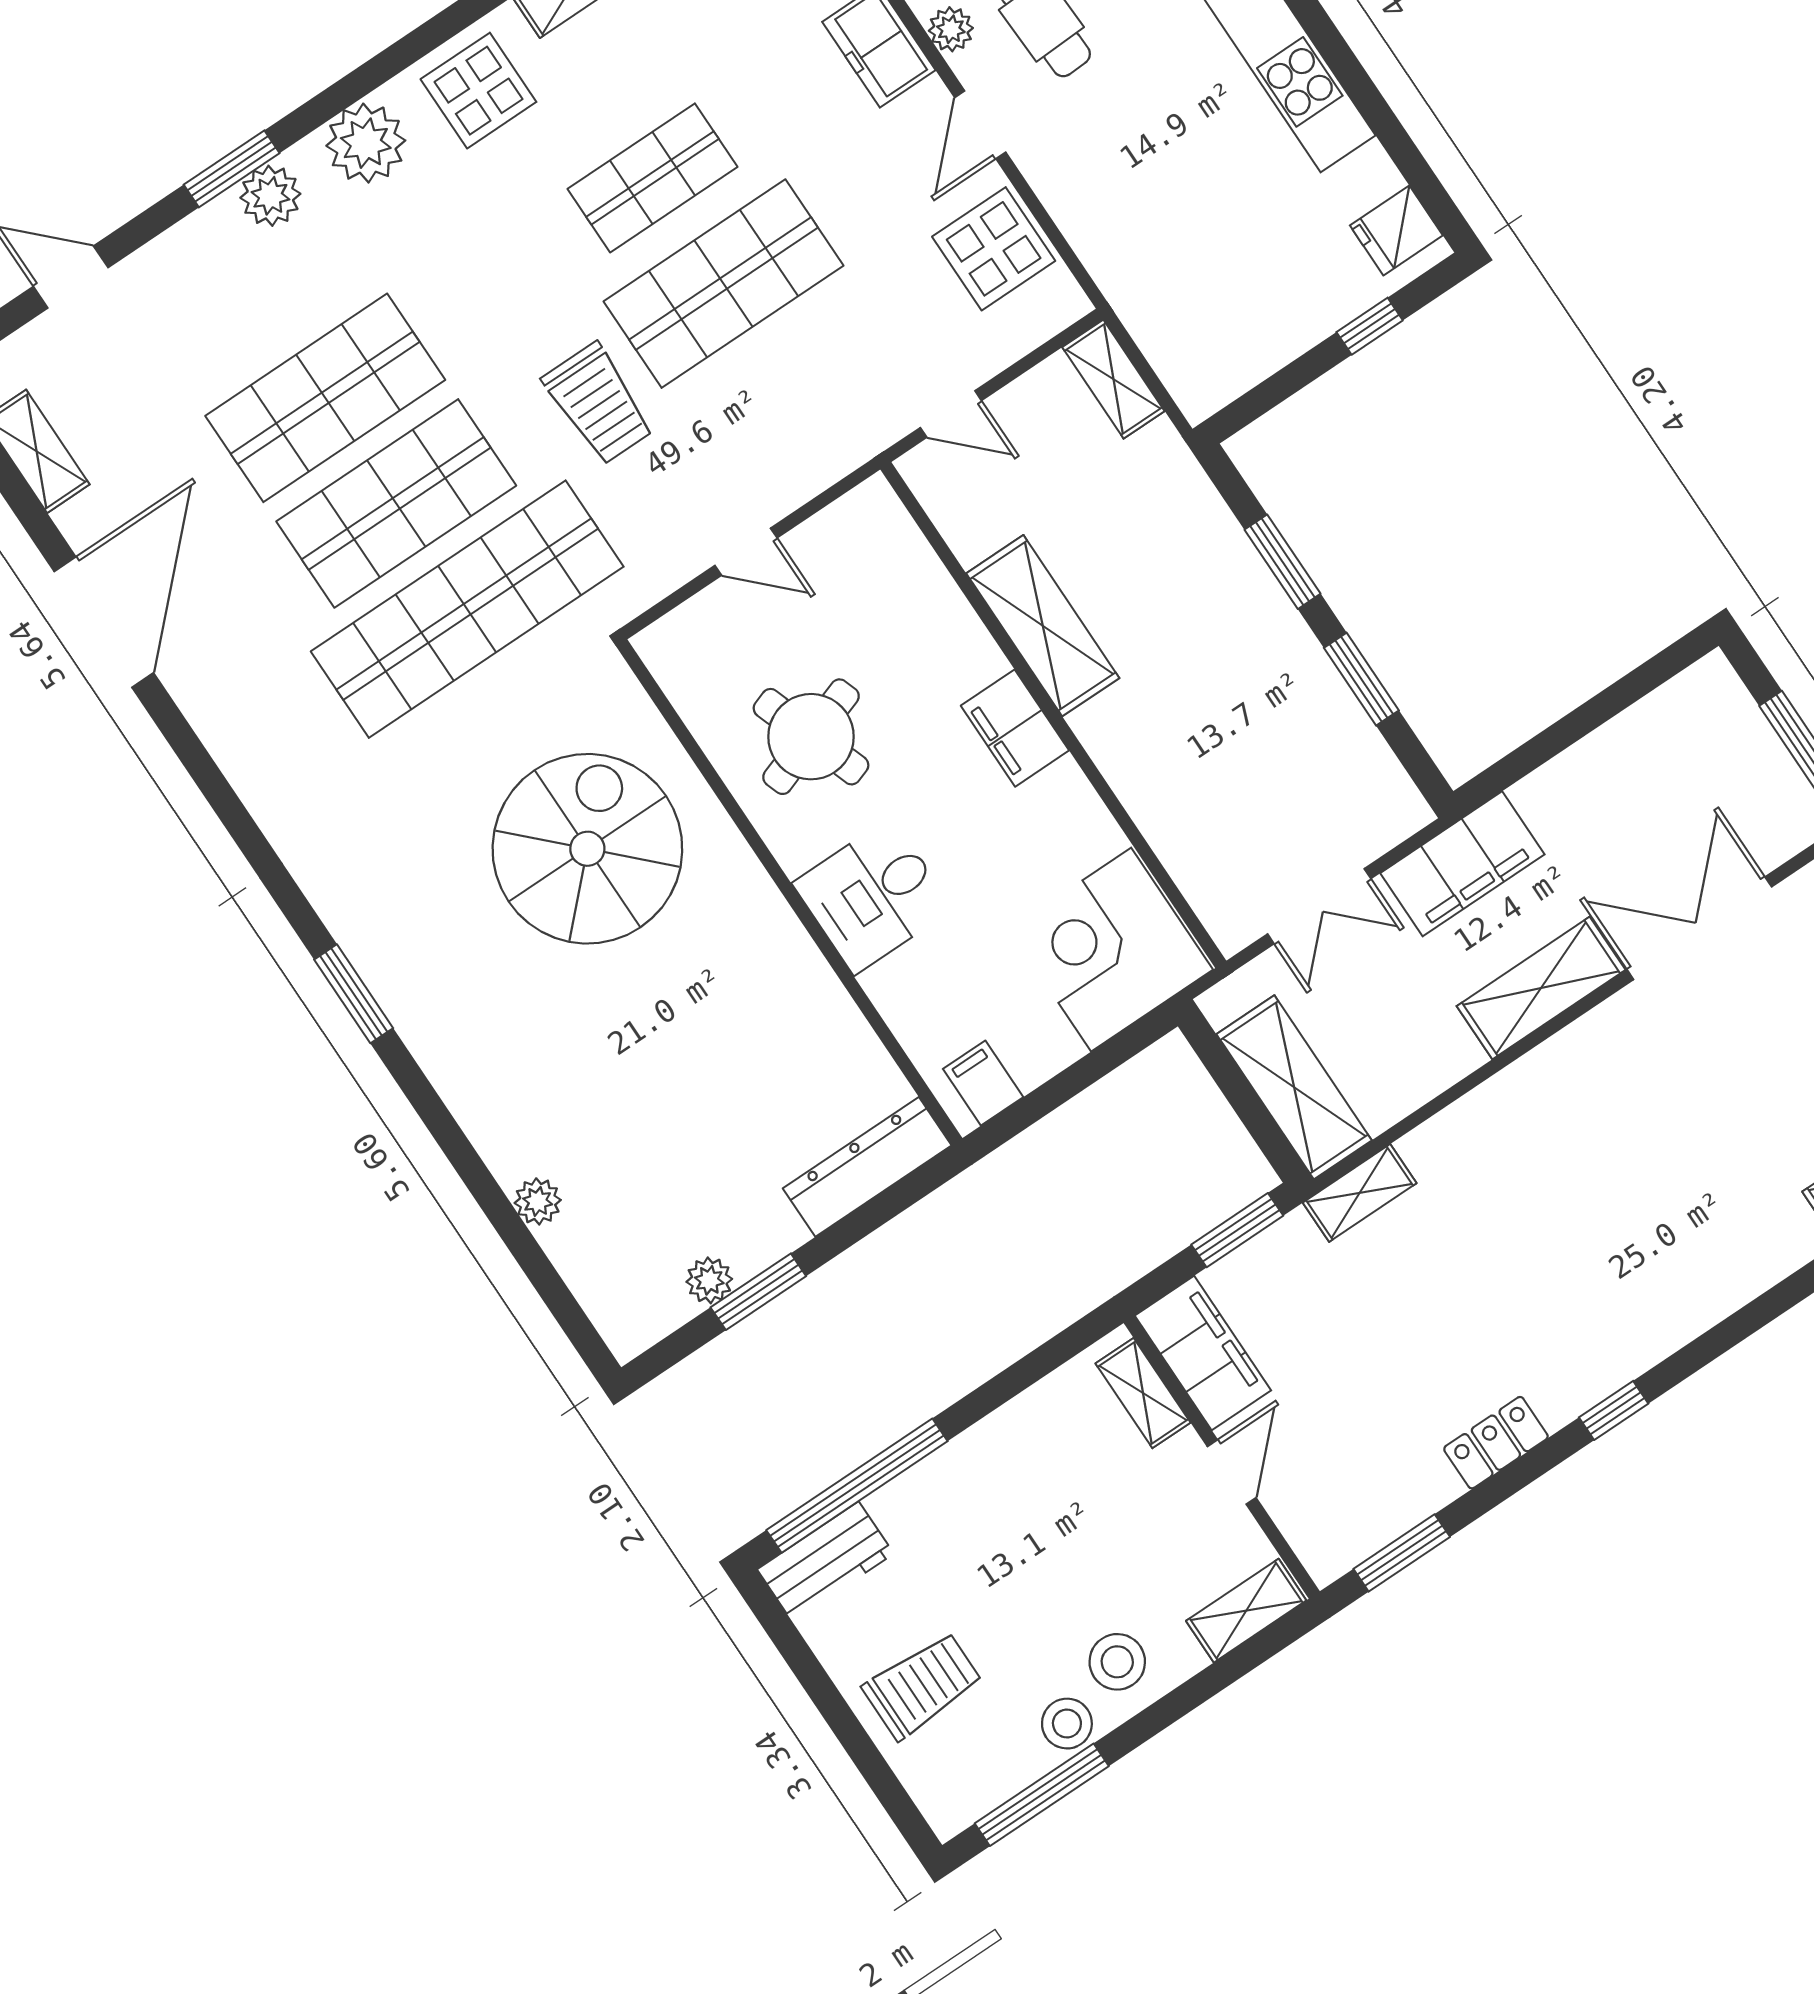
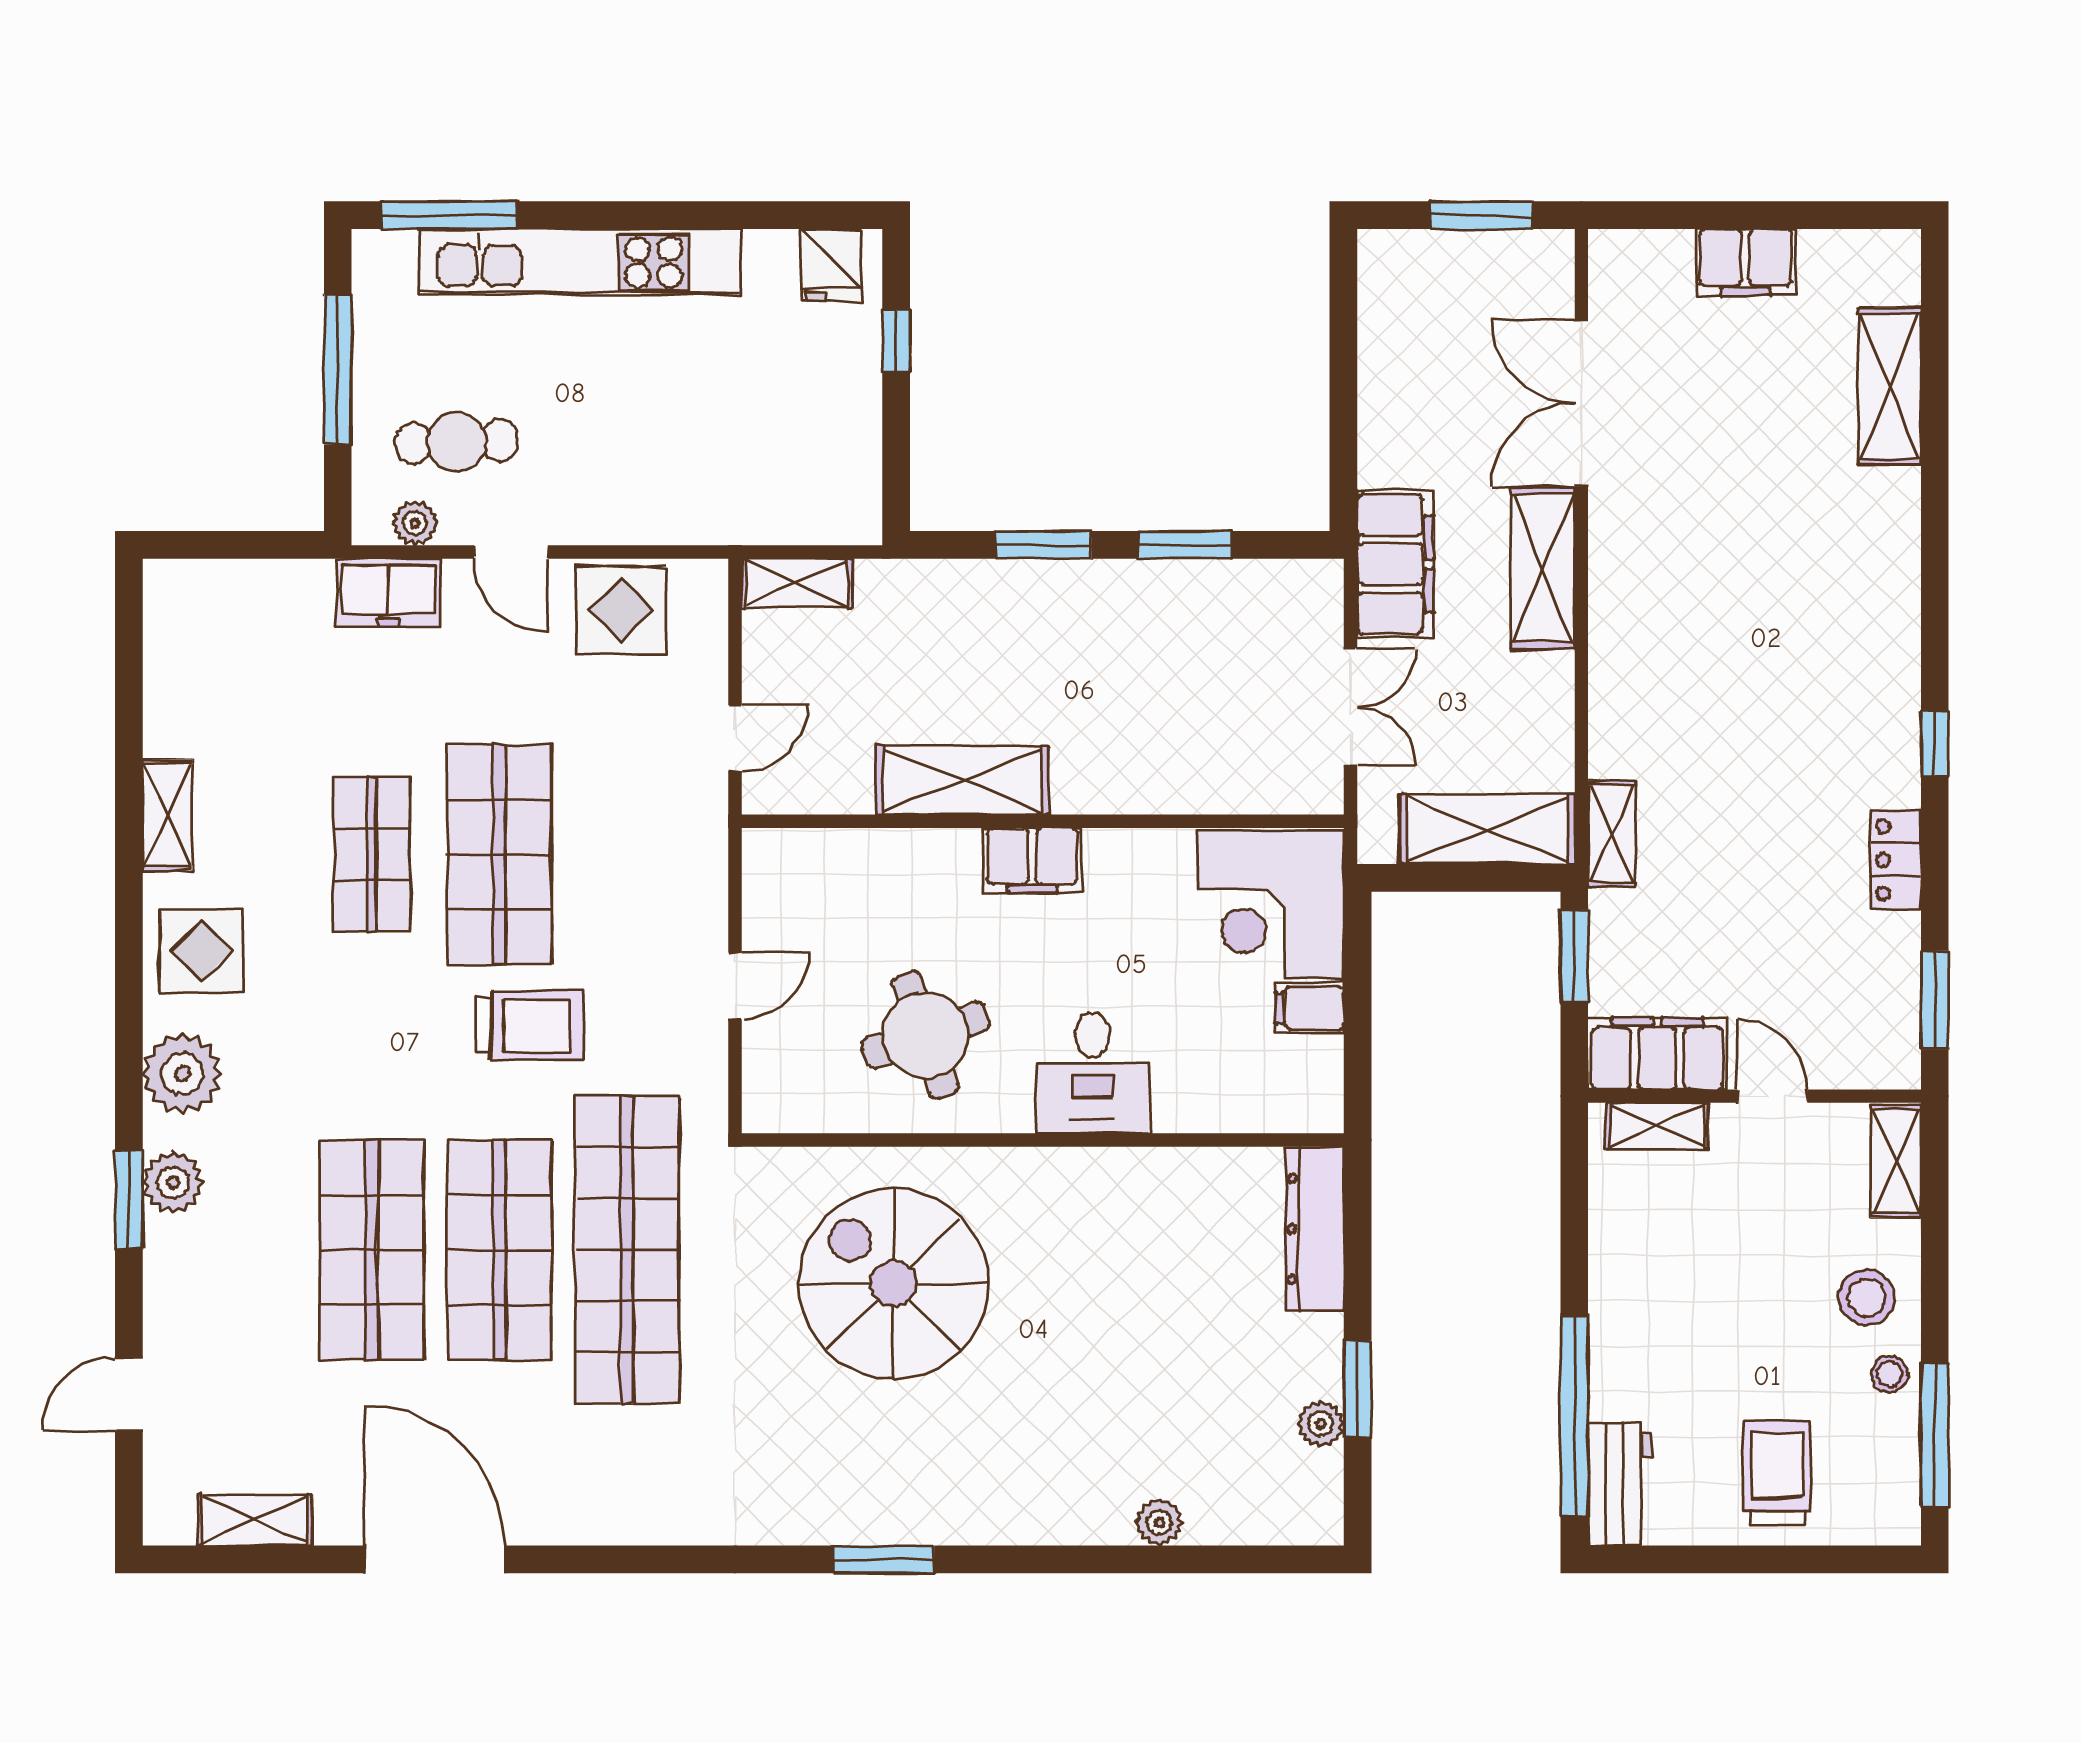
filing cabinet: (983, 1083) -> (1310, 1008), moved
stool: (1067, 1724) -> (1890, 1374), width x0.73, depth x0.73

